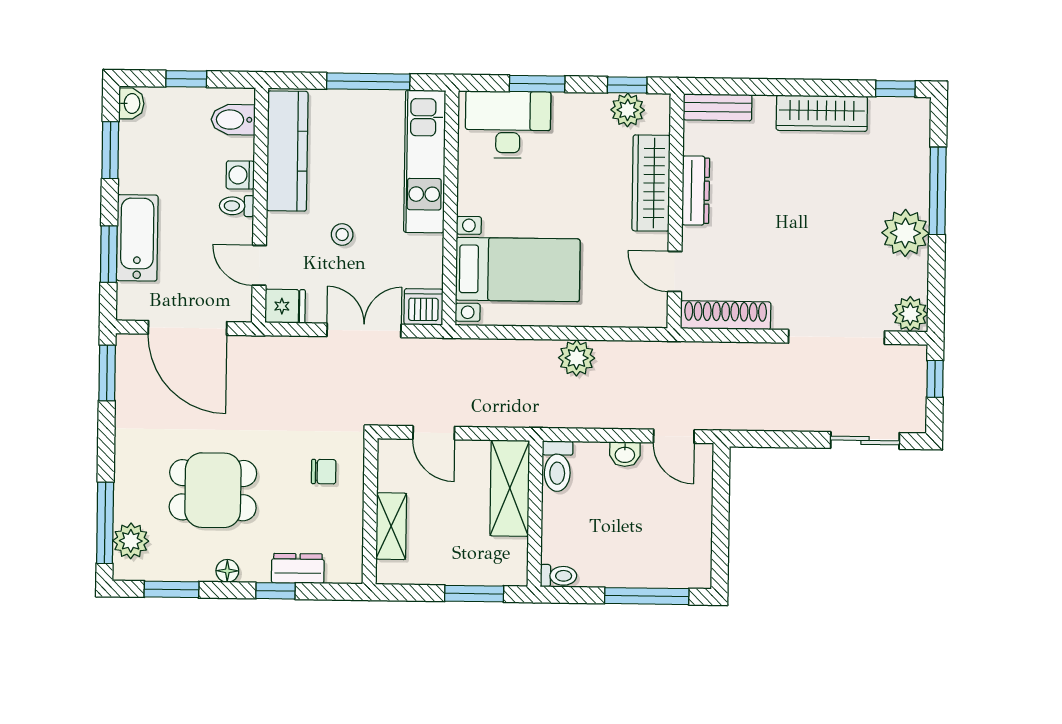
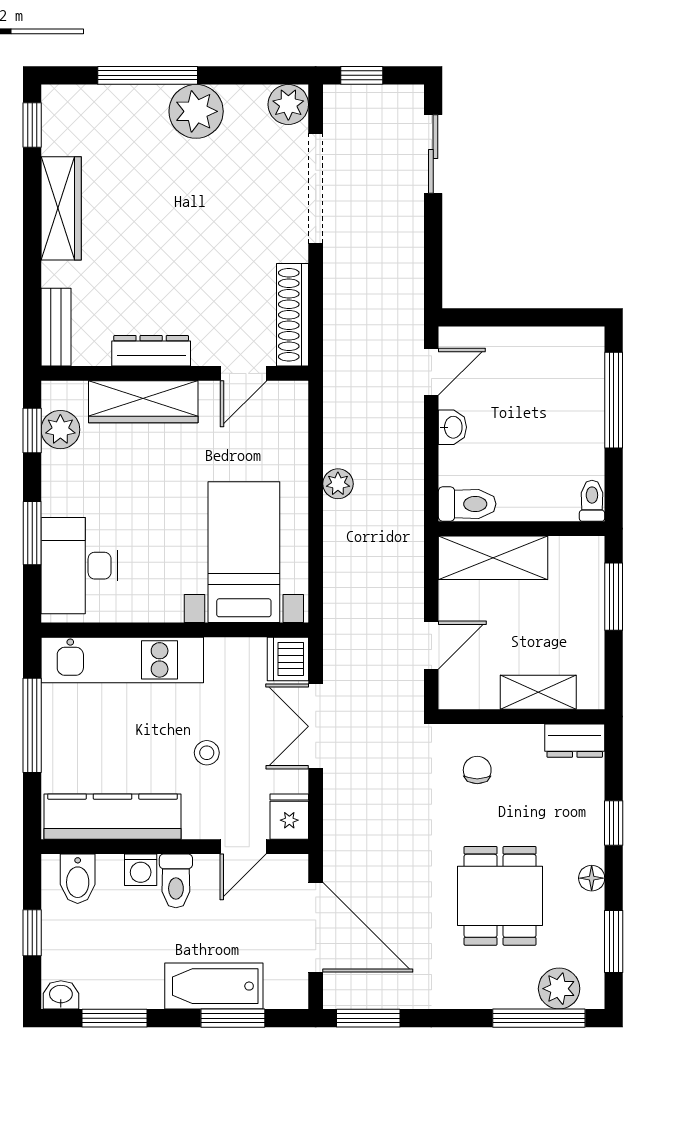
toilet: (237, 206) -> (176, 881), width x1.37, depth x1.39
door: (188, 328) -> (316, 927), hinge flipped
plant: (577, 358) -> (338, 484), width x0.73, depth x0.73
dresser: (298, 568) -> (575, 741), moved, turned -90

